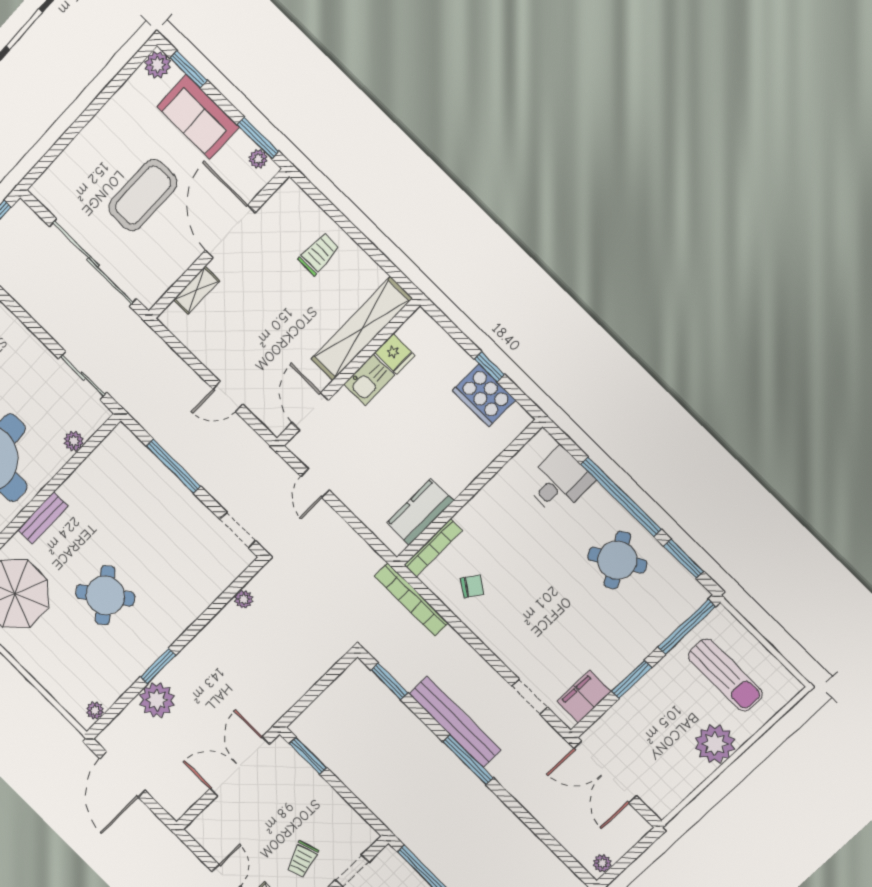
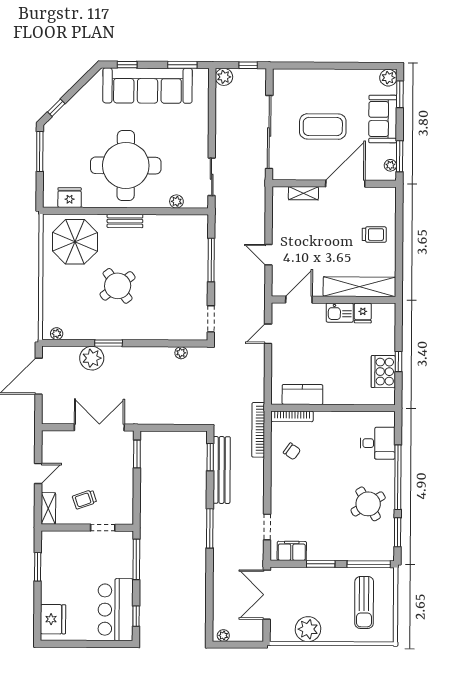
bench: (455, 722) -> (222, 470), moved
plant: (715, 744) -> (308, 629), moved

